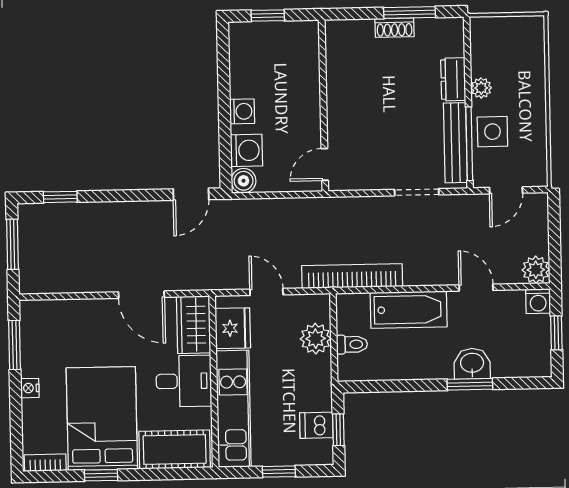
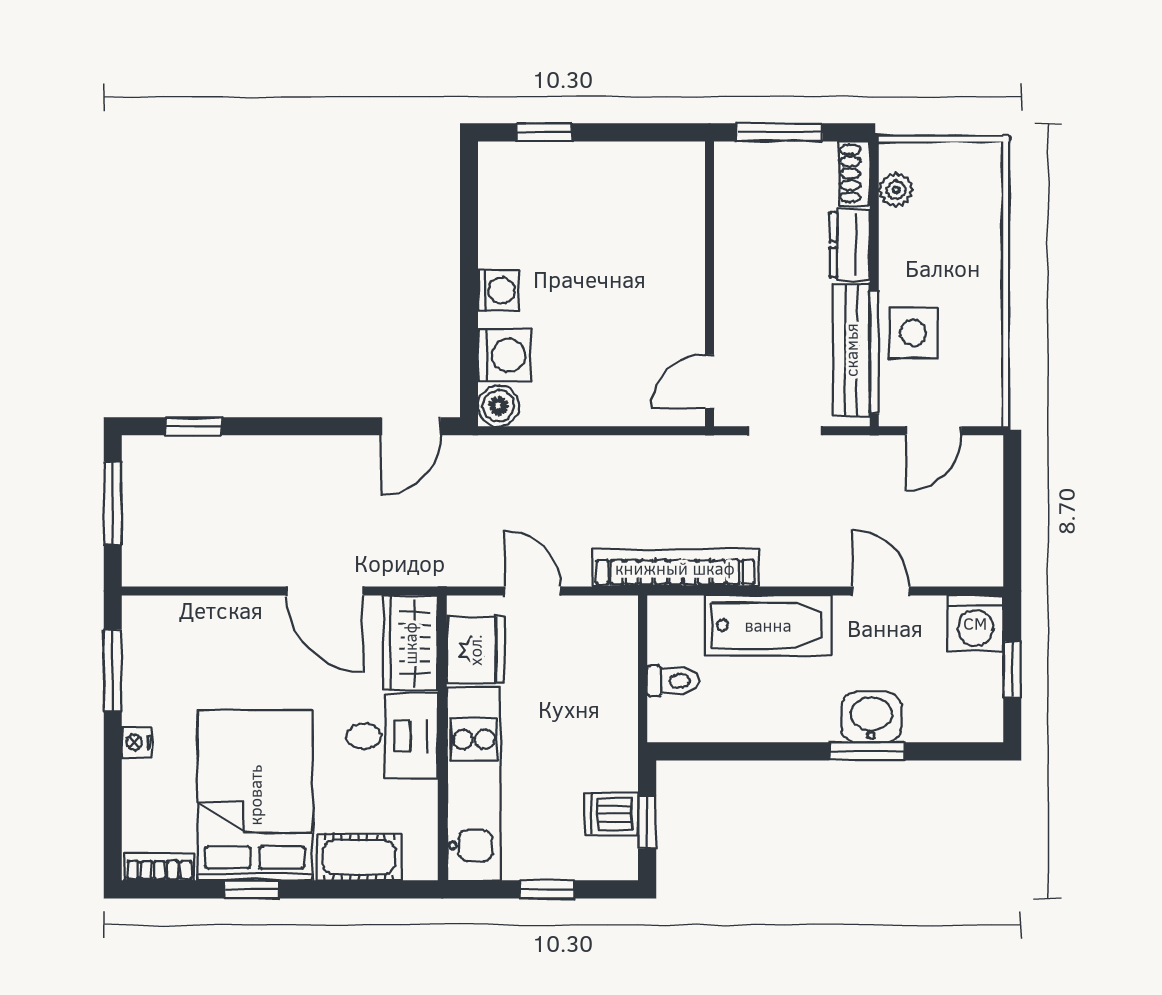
shoe rack: (395, 28) -> (854, 173), moved, turned 90
plant: (481, 88) -> (896, 190), moved
wall: (324, 106) -> (709, 284), moved
door: (325, 164) -> (709, 382), moved
plant: (536, 270) -> (980, 563), removed
washing machine: (538, 301) -> (975, 623), width x1.38, depth x1.38
plant: (316, 339) -> (612, 670), removed
cot: (175, 450) -> (359, 857), width x0.73, depth x0.75

